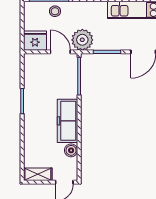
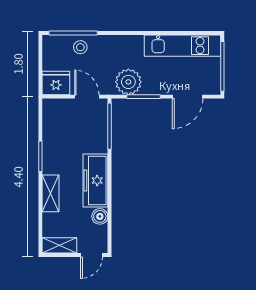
plant: (82, 40) -> (128, 82), moved
shelving: (31, 131) -> (51, 193), added

